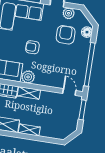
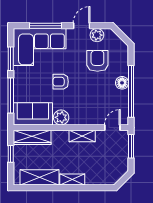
floor lamp: (87, 32) -> (122, 83), moved
door: (69, 92) -> (112, 128), hinge flipped
shelving: (29, 93) -> (82, 136), moved

